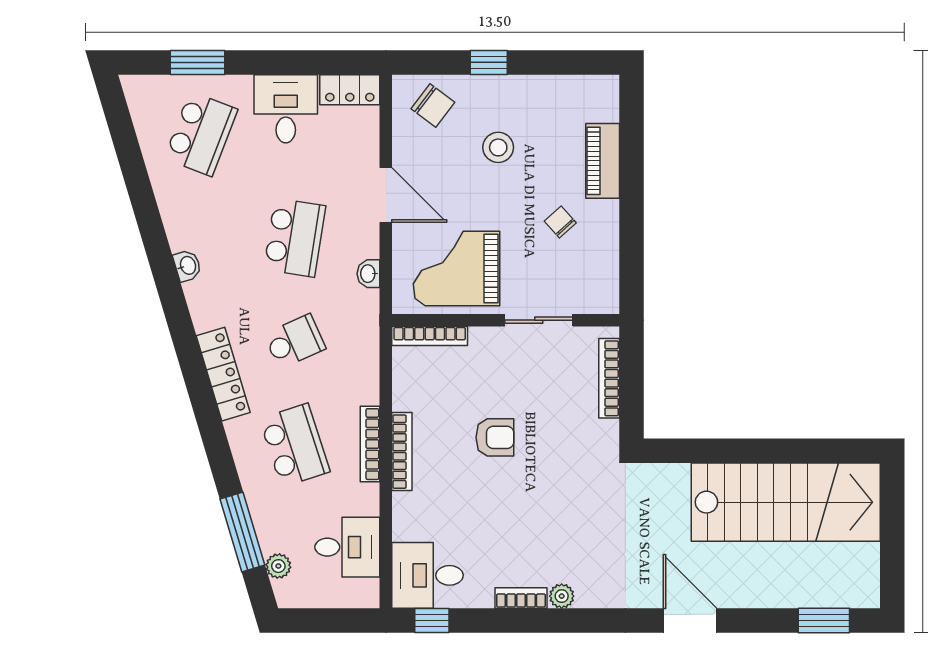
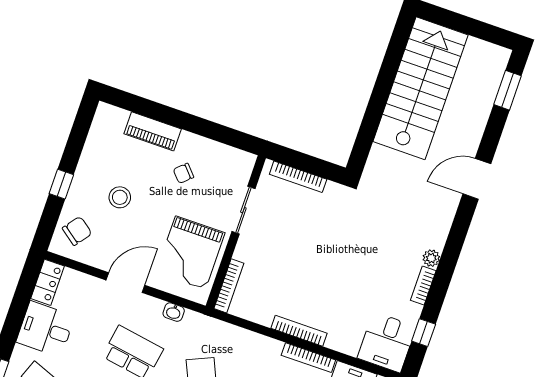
armchair: (495, 437) -> (311, 266), removed
bookcase: (370, 444) -> (308, 358), moved
window: (432, 620) -> (424, 333), moved

